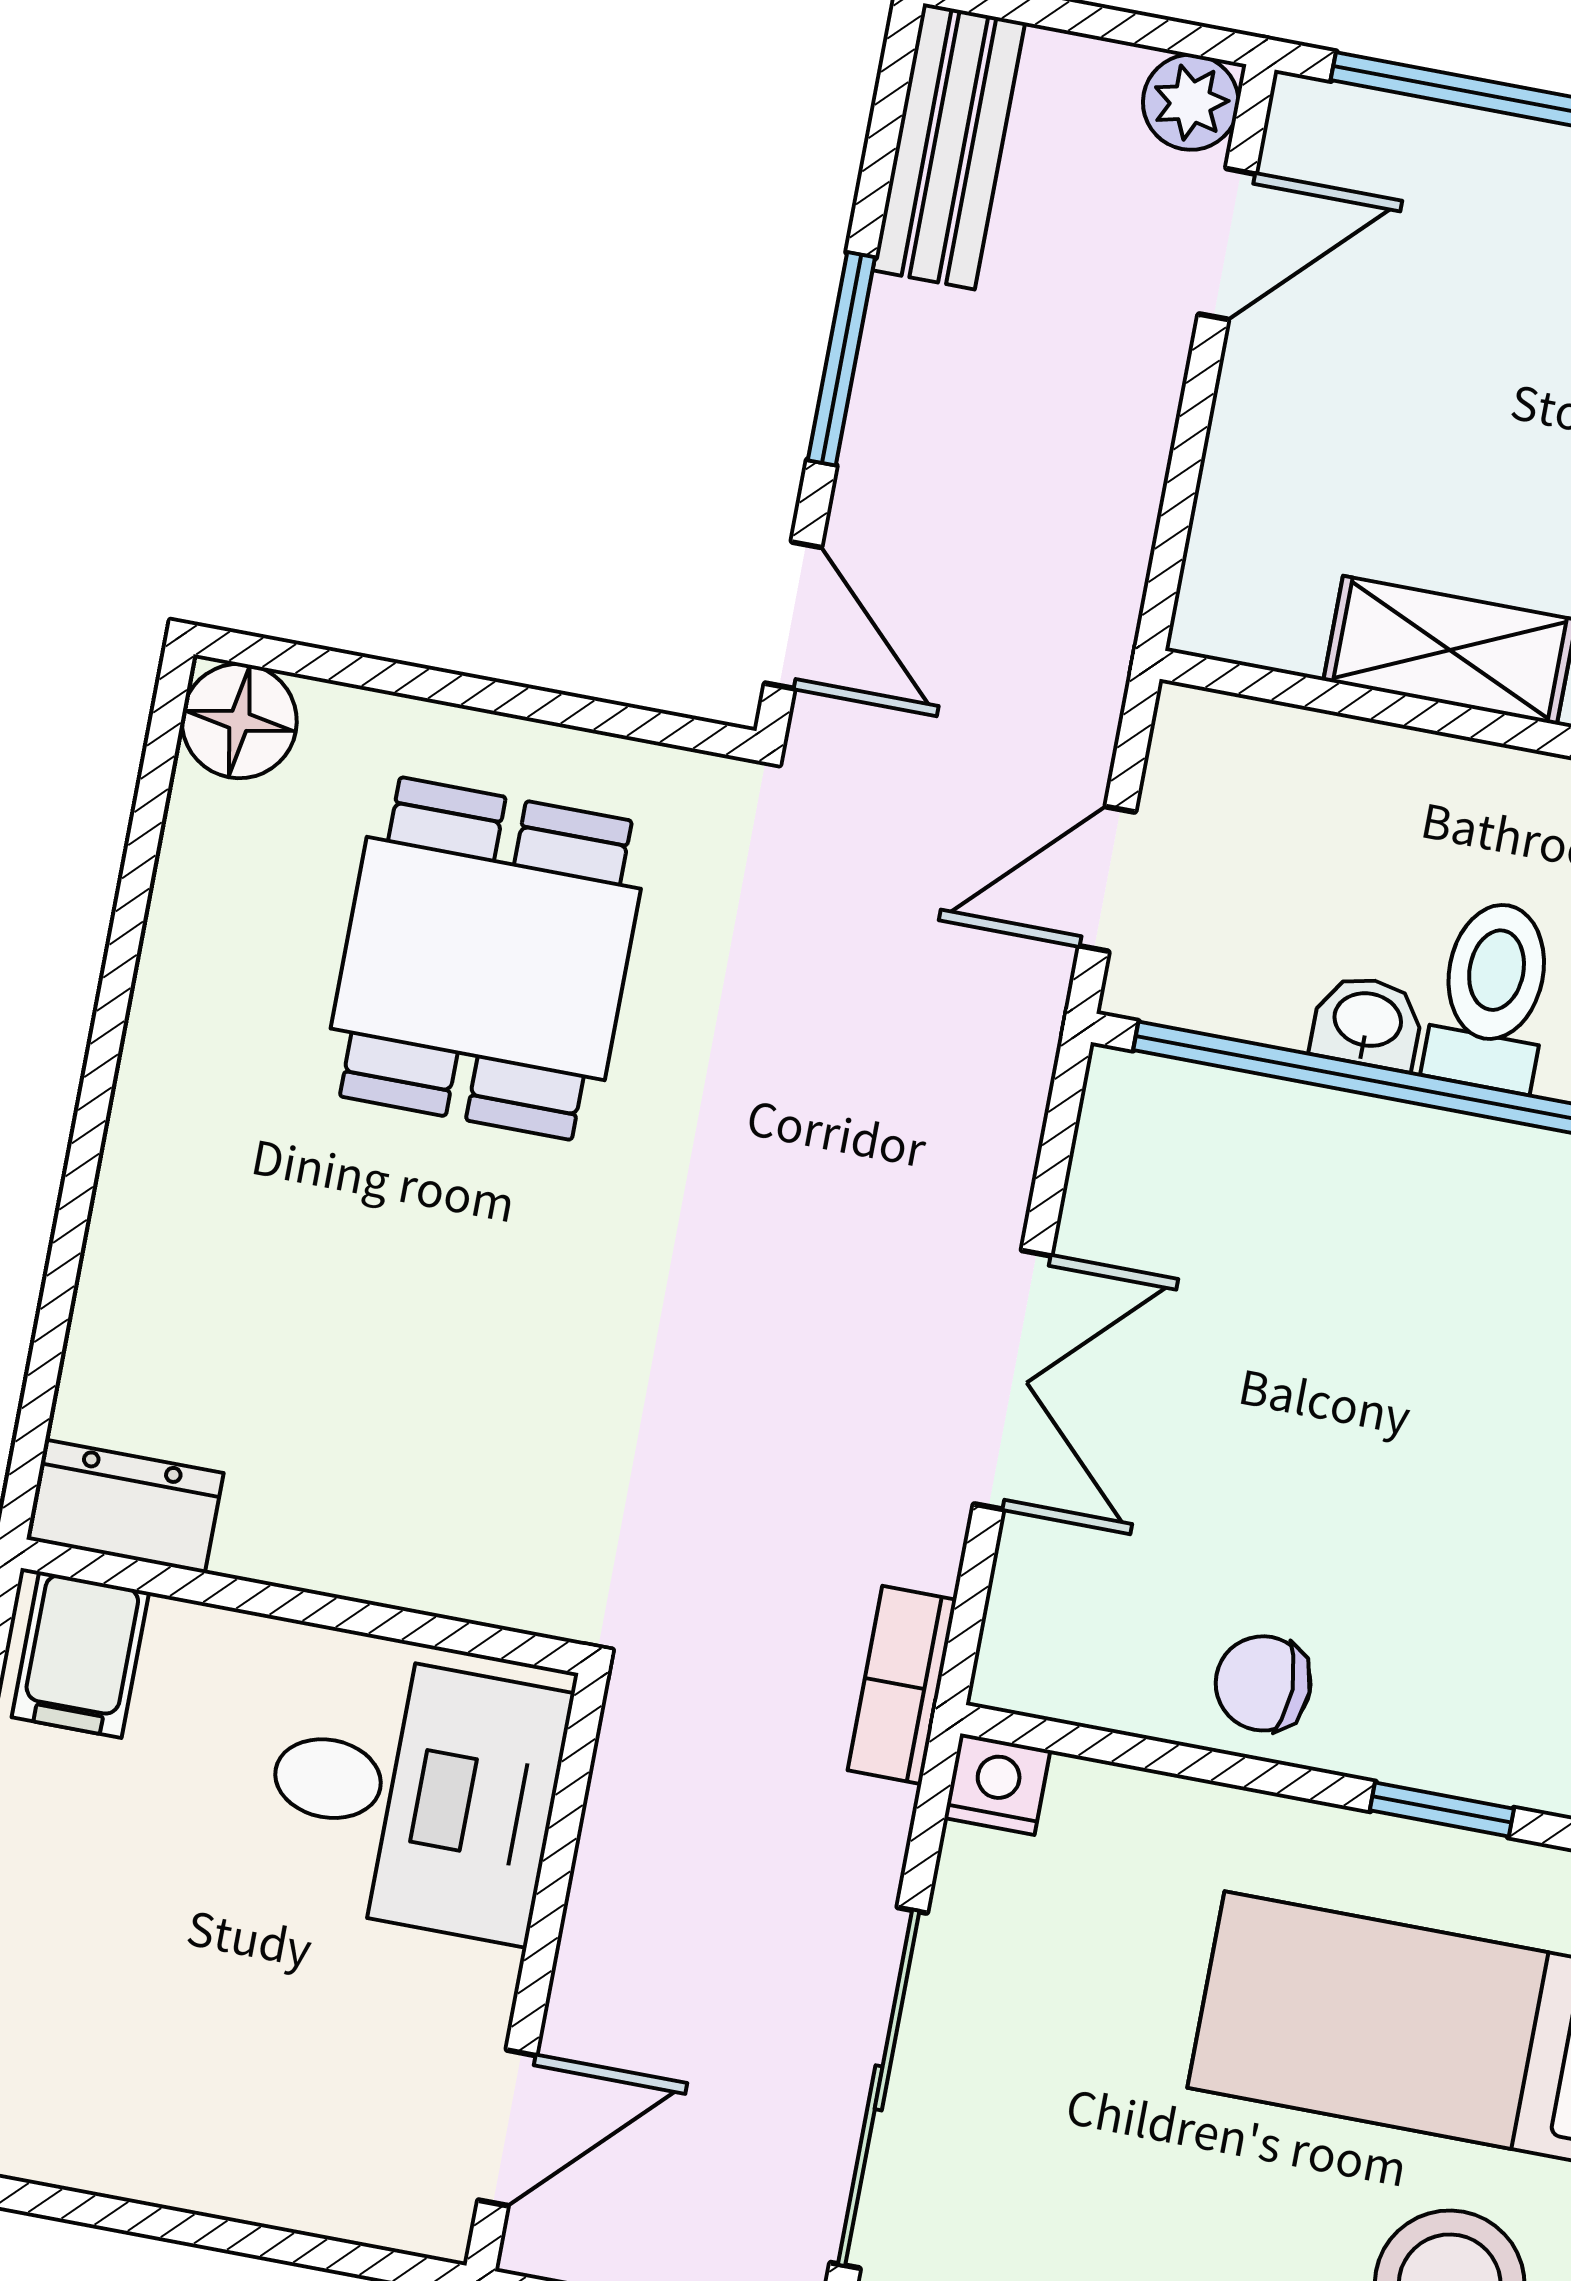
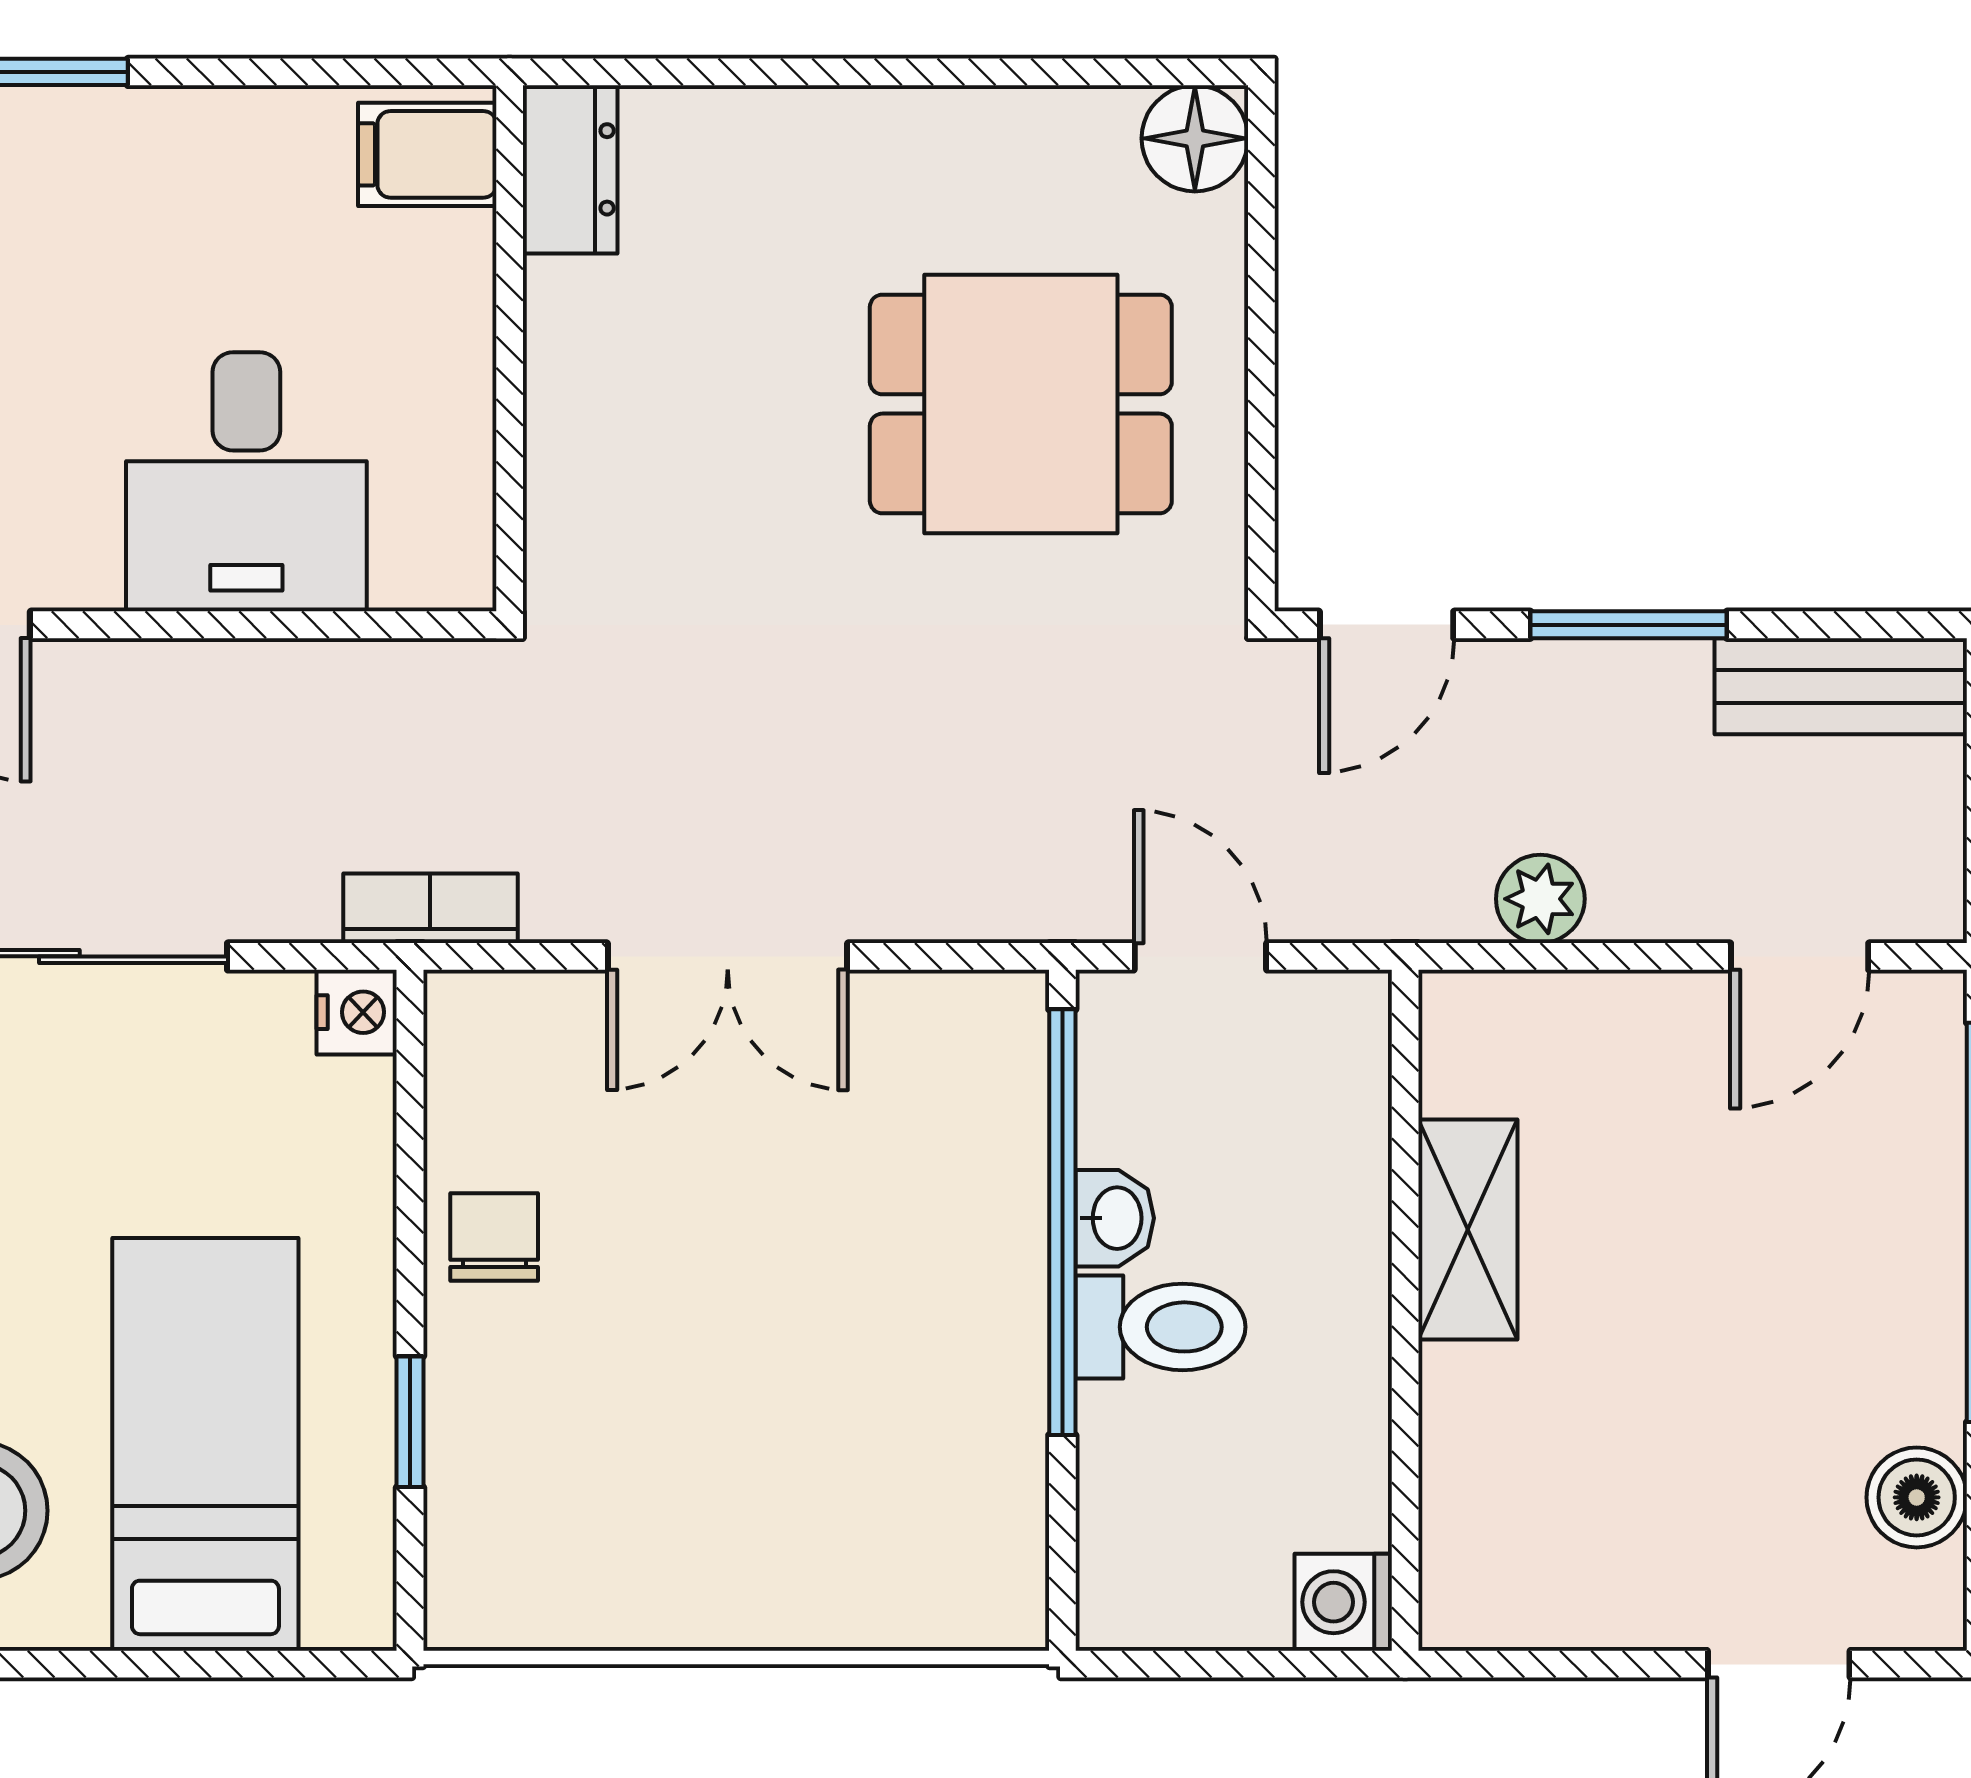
plant: (1191, 102) -> (1540, 899), moved
door: (1227, 244) -> (1800, 956), hinge flipped
dresser: (125, 1506) -> (570, 169), moved
wall: (302, 1606) -> (510, 348), moved
filing cabinet: (80, 1655) -> (427, 154), moved

